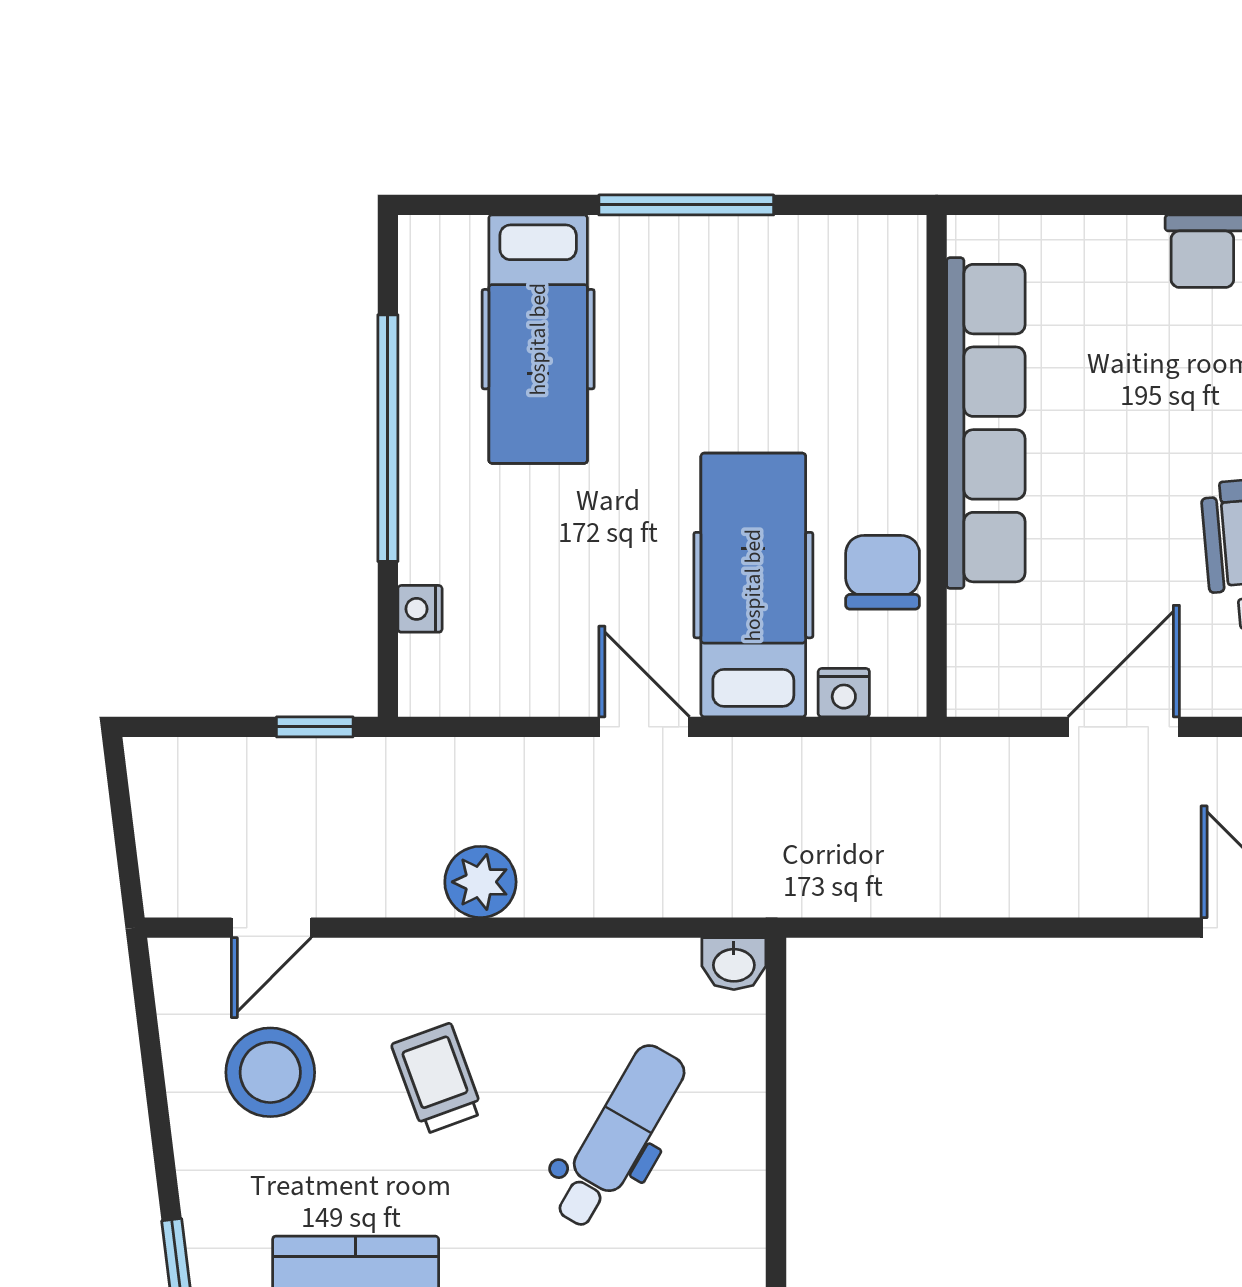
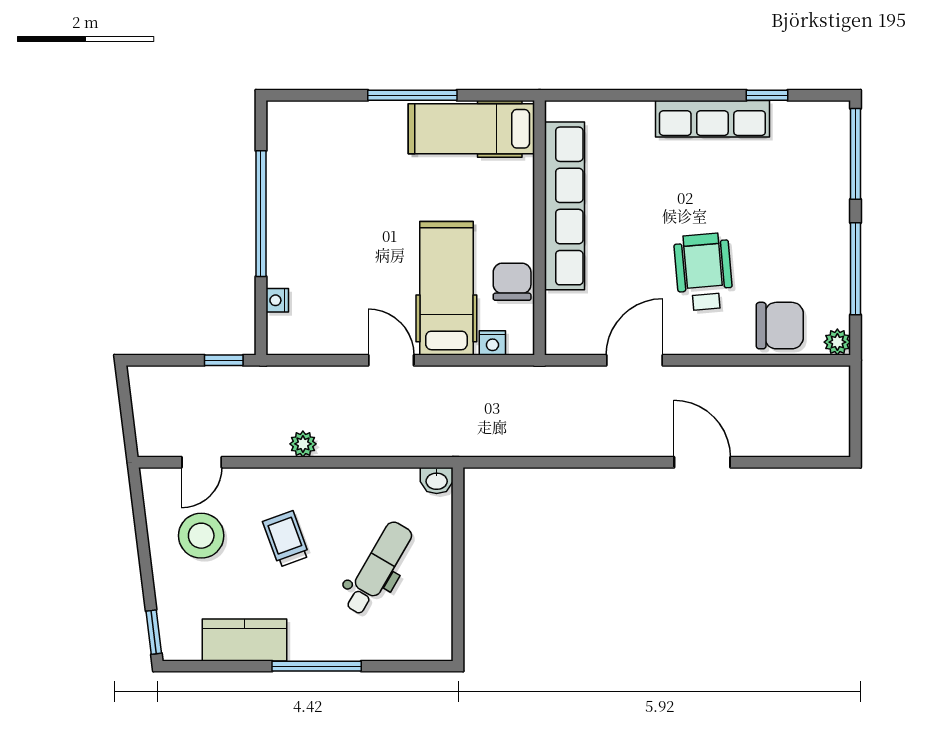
hospital bed: (538, 339) -> (471, 129), moved, turned 90
plant: (480, 882) -> (303, 444), width x0.73, depth x0.73

